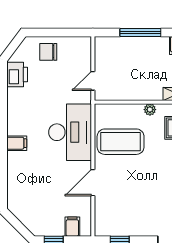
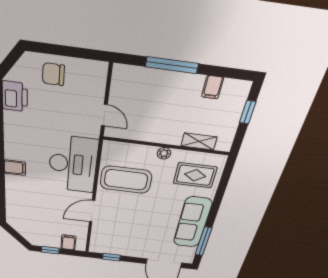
door: (93, 81) -> (104, 115), swing flipped

